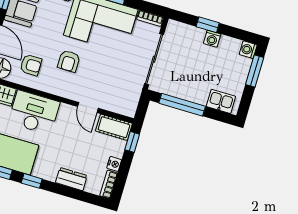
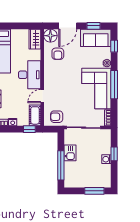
washing machine: (248, 50) -> (106, 183), removed
armchair: (69, 61) -> (57, 117), moved
kitchen sink: (221, 101) -> (70, 153), moved
window: (182, 105) -> (61, 165), moved
desk: (34, 112) -> (30, 75), moved

